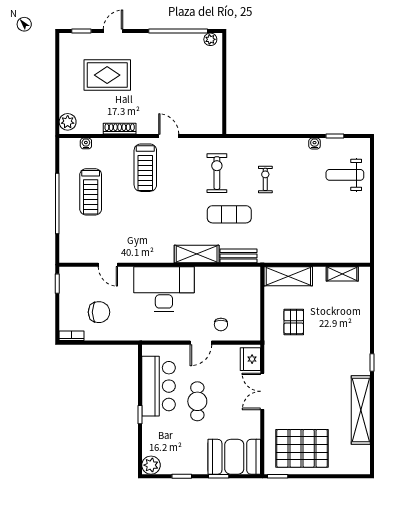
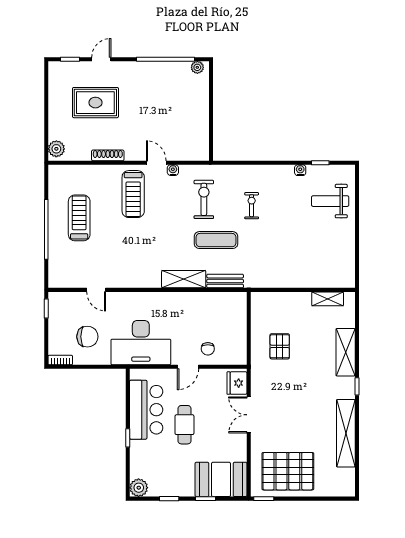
water cooler: (86, 143) -> (173, 170), moved
treadmill: (91, 192) -> (79, 218), turned 180
shelving: (288, 276) -> (346, 352), moved, turned 90
desk: (164, 289) -> (141, 343), moved, turned 180

